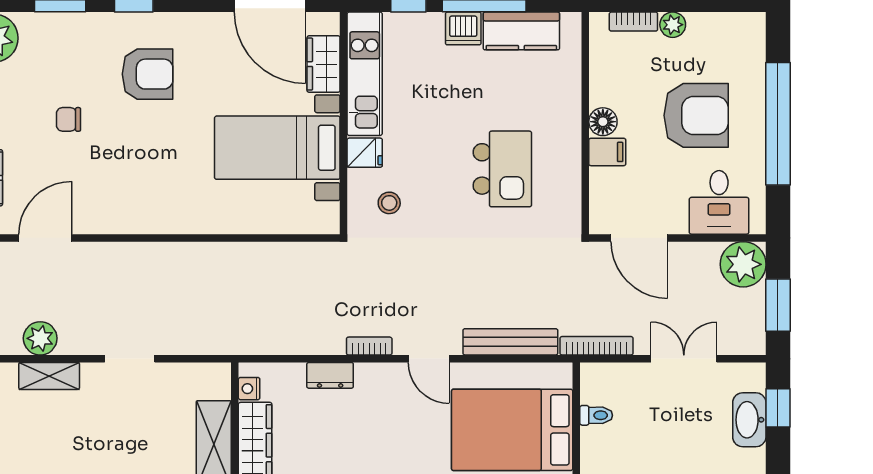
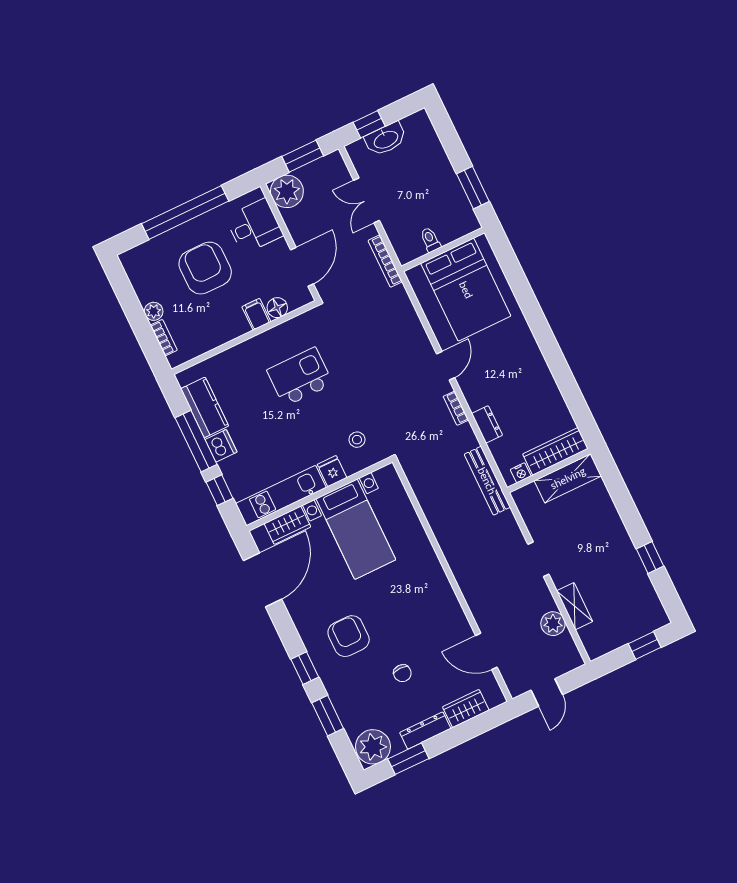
floor lamp: (603, 122) -> (277, 308), moved
bench: (510, 342) -> (487, 481), moved

